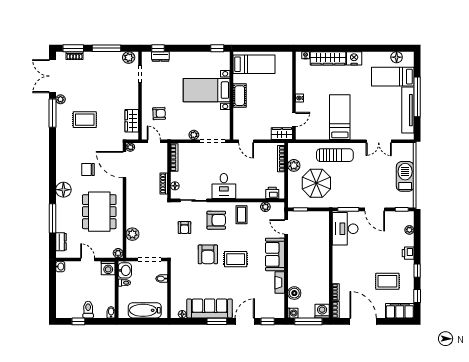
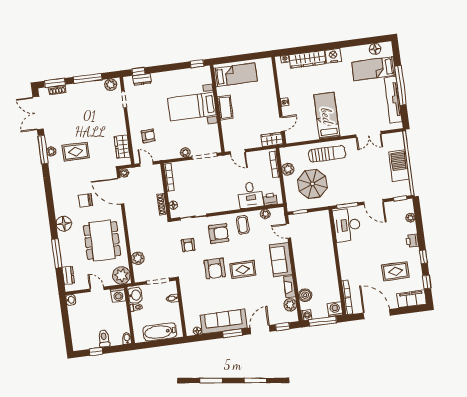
plant: (60, 99) -> (51, 151), moved
desk: (224, 186) -> (250, 195), moved
plant: (118, 253) -> (121, 275), width x1.87, depth x1.87
plant: (278, 301) -> (290, 305), added

